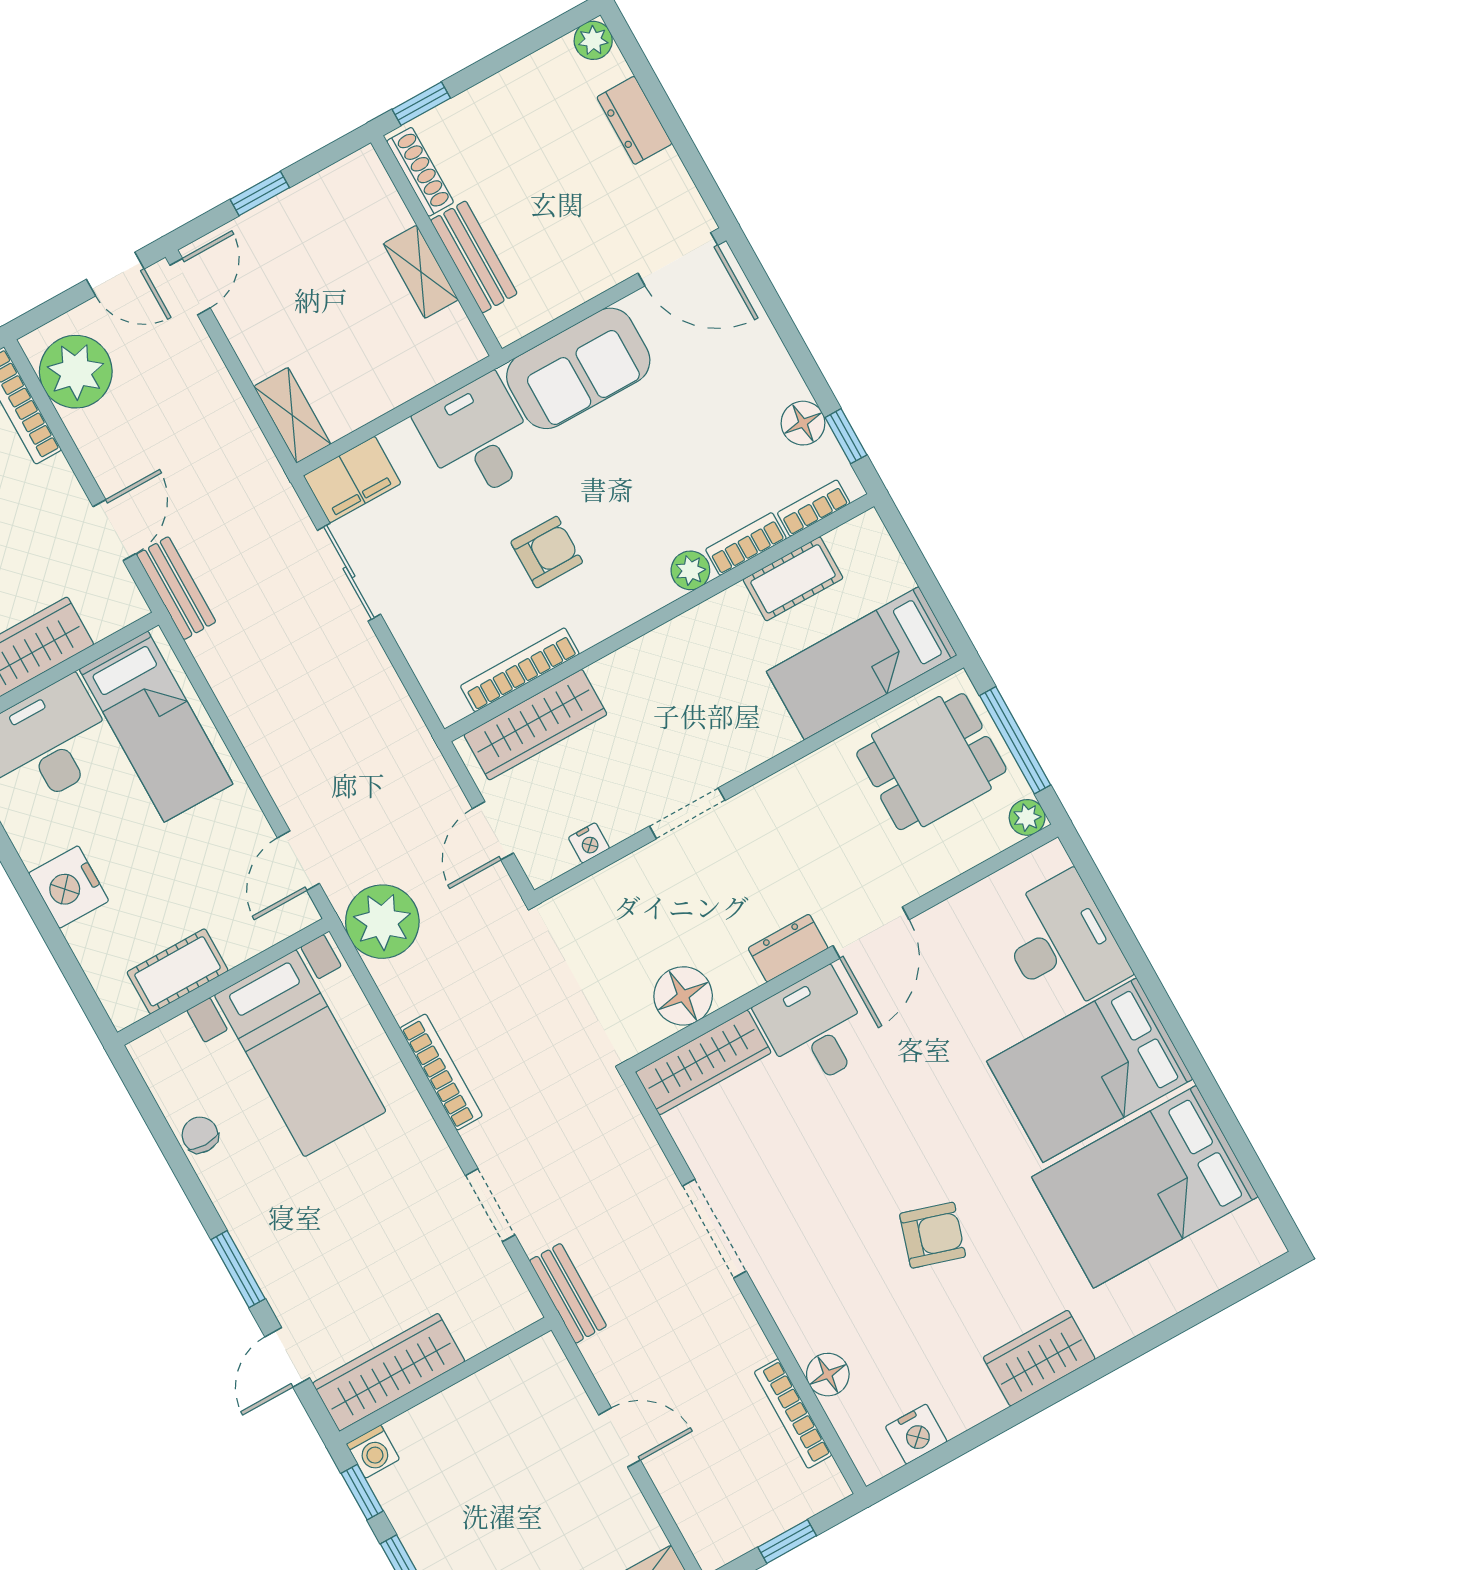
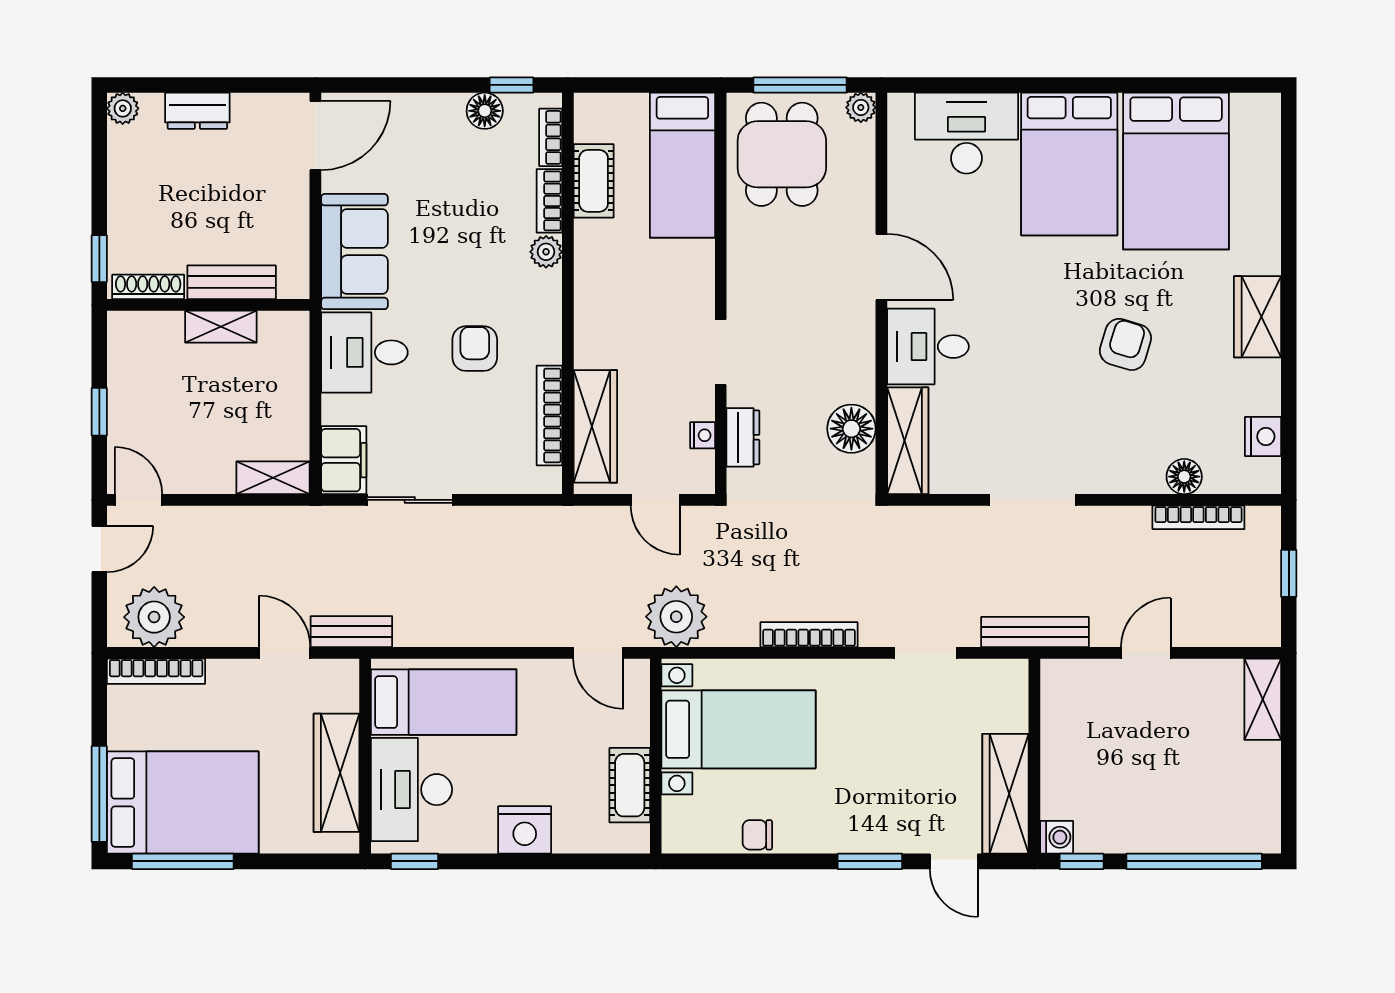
dresser: (788, 948) -> (743, 437), moved, turned 180
bench: (568, 1293) -> (1035, 632), width x1.36

